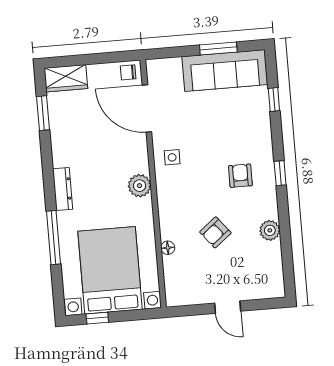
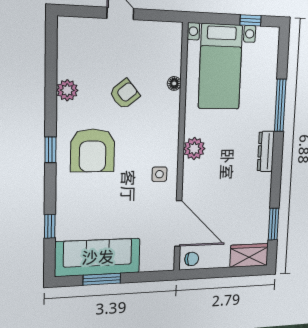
armchair: (240, 176) -> (93, 150), width x1.88, depth x1.88
bed with nightstands: (110, 270) -> (220, 67), width x0.73

